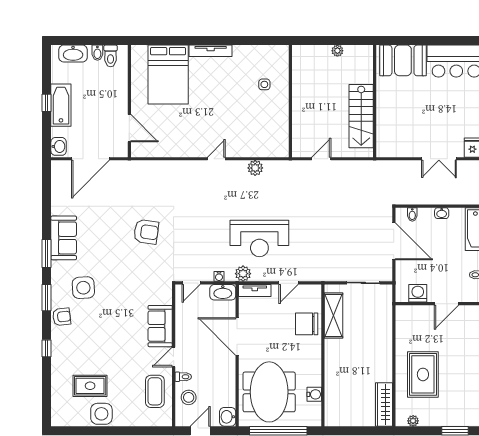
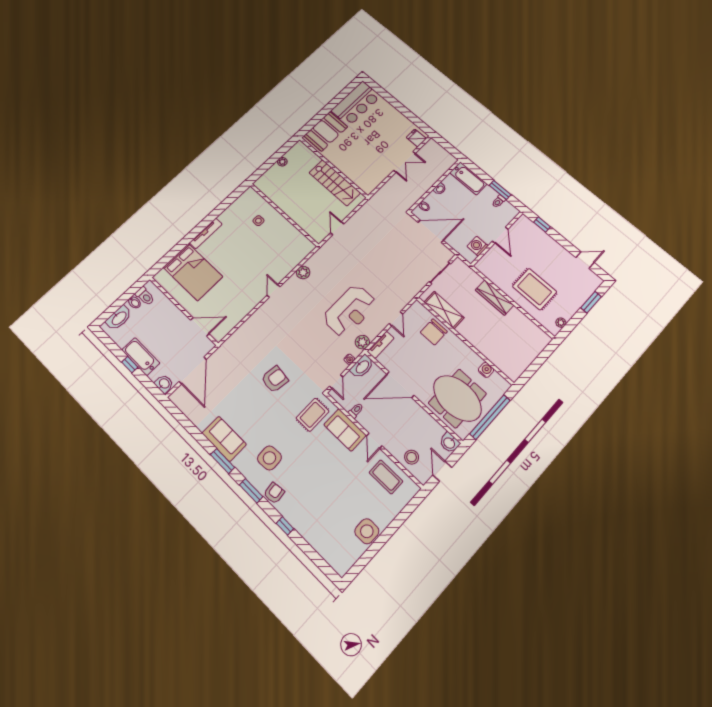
toilet: (183, 377) -> (356, 410), moved
rug: (90, 386) -> (313, 415), moved
wardrobe: (384, 404) -> (495, 298), moved

